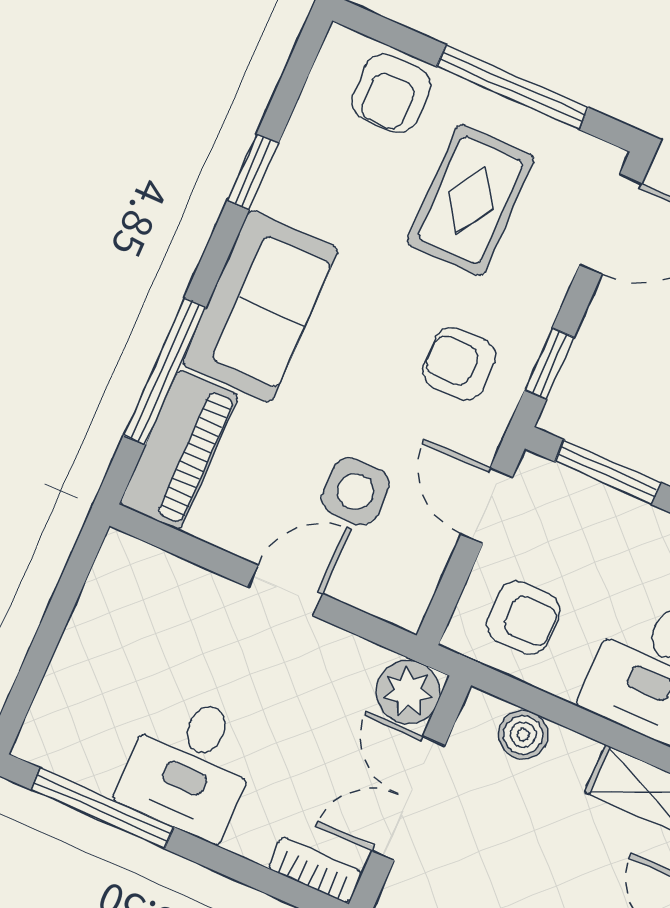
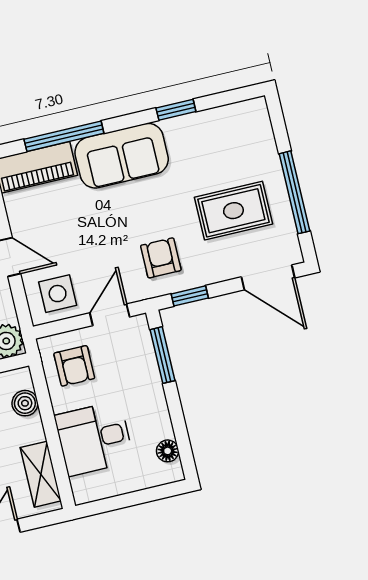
armchair: (391, 93) -> (253, 143), removed
side table: (355, 491) -> (58, 294), moved

